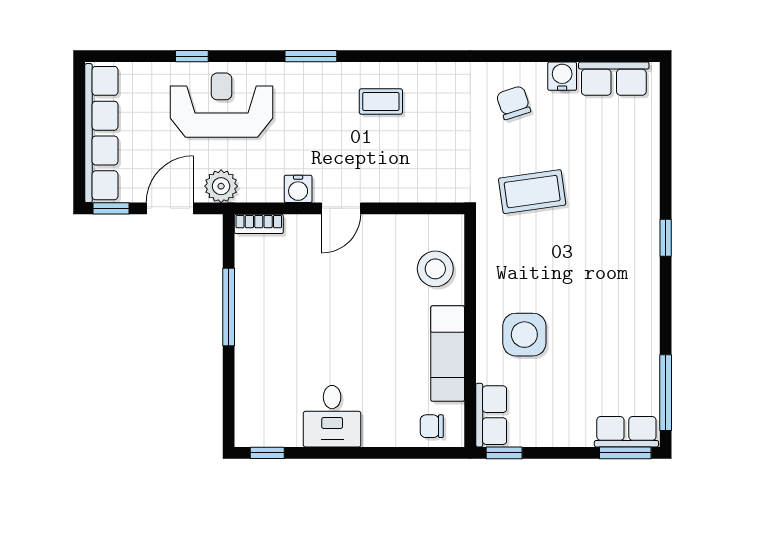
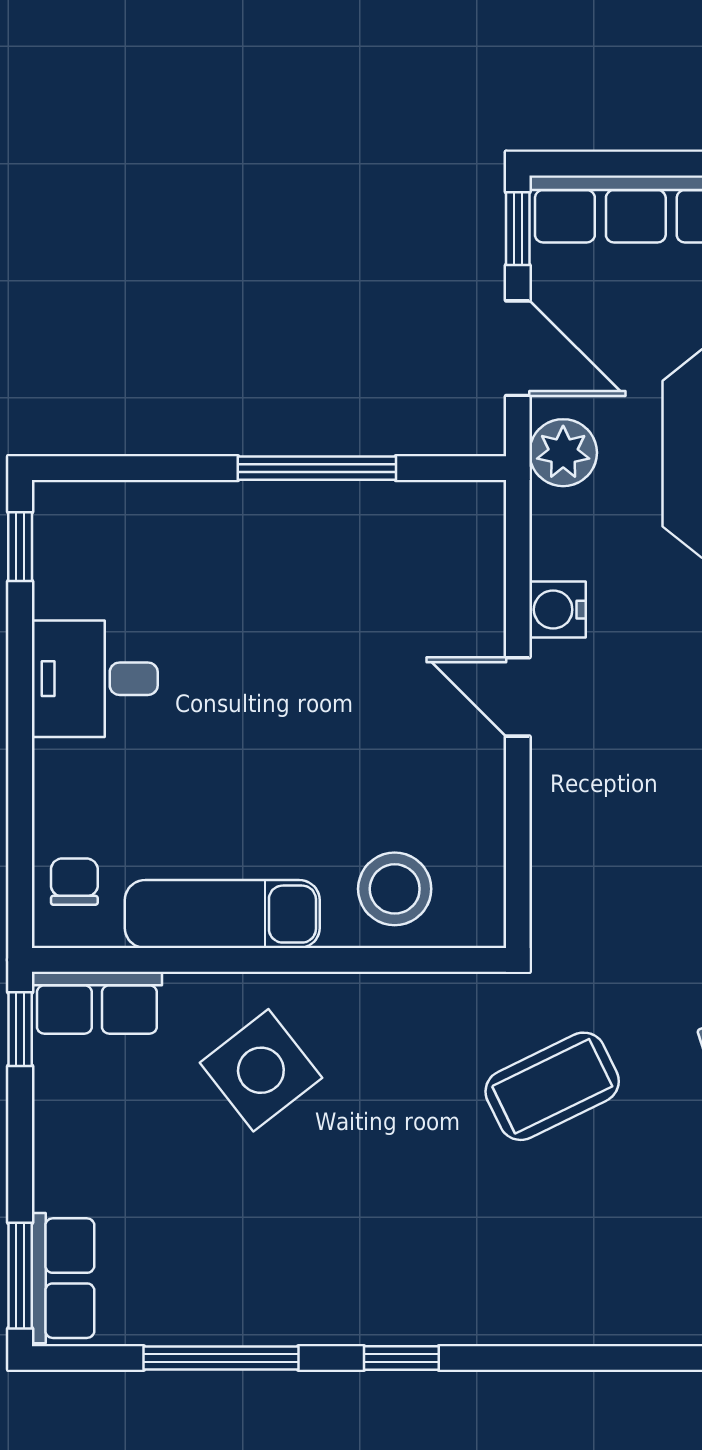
coffee table: (532, 192) -> (552, 1086), turned 72
bookcase: (259, 224) -> (486, 529), removed
window: (666, 238) -> (401, 1358), moved
side table: (524, 335) -> (261, 1070), turned -38
window: (666, 393) -> (221, 1358), moved

